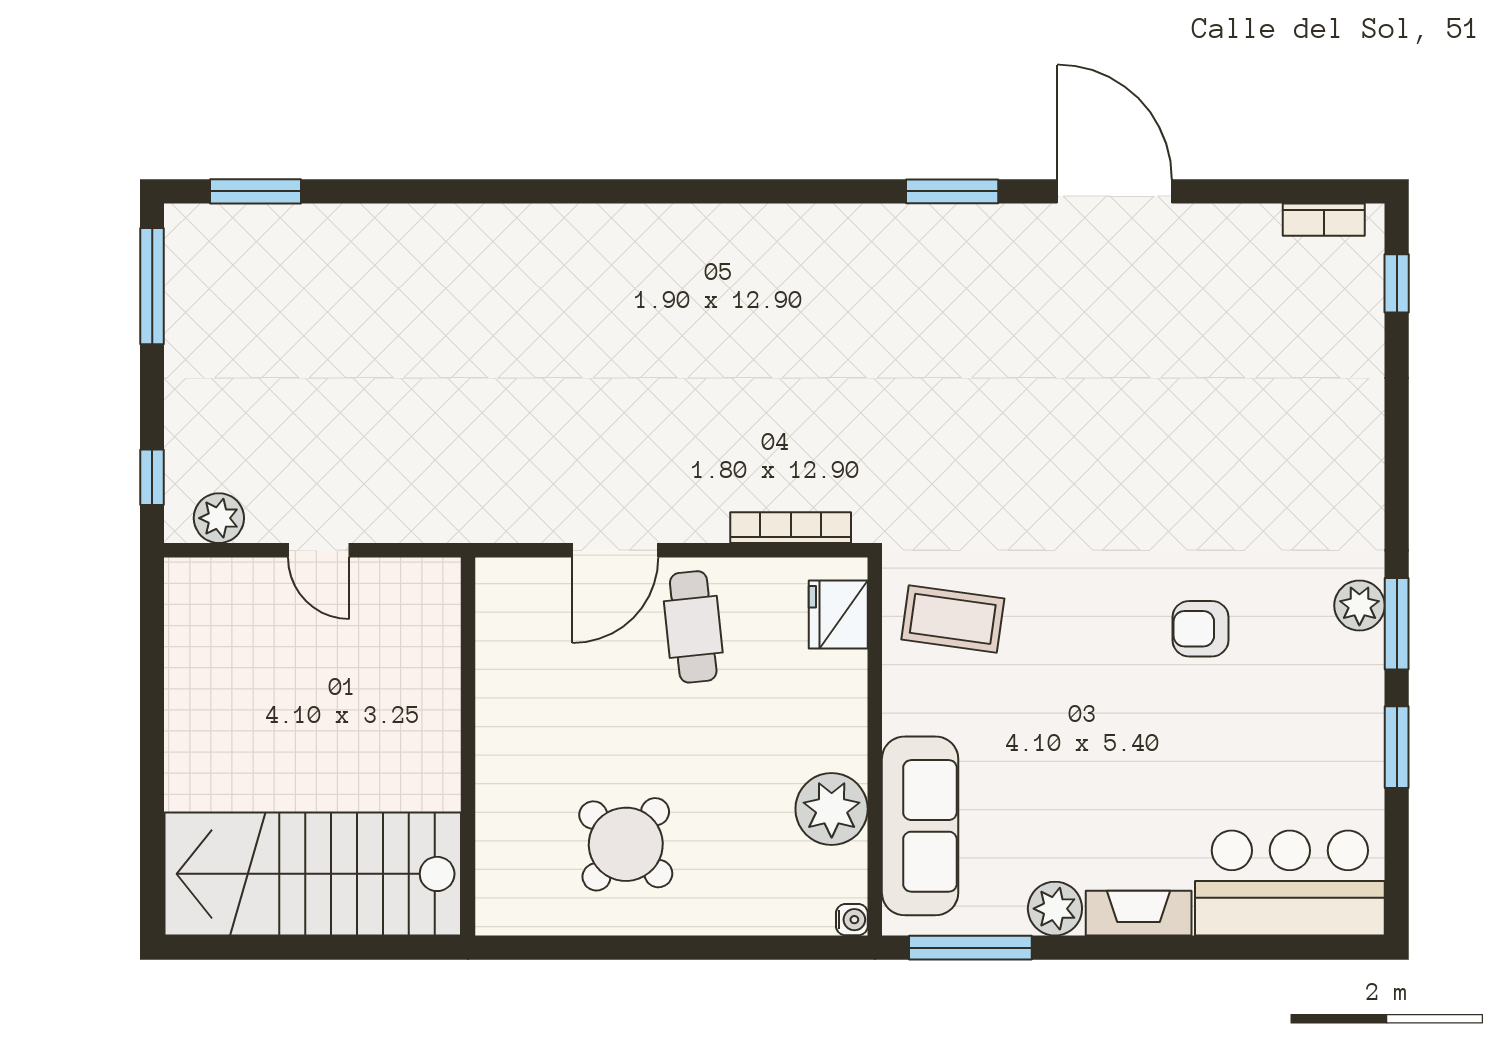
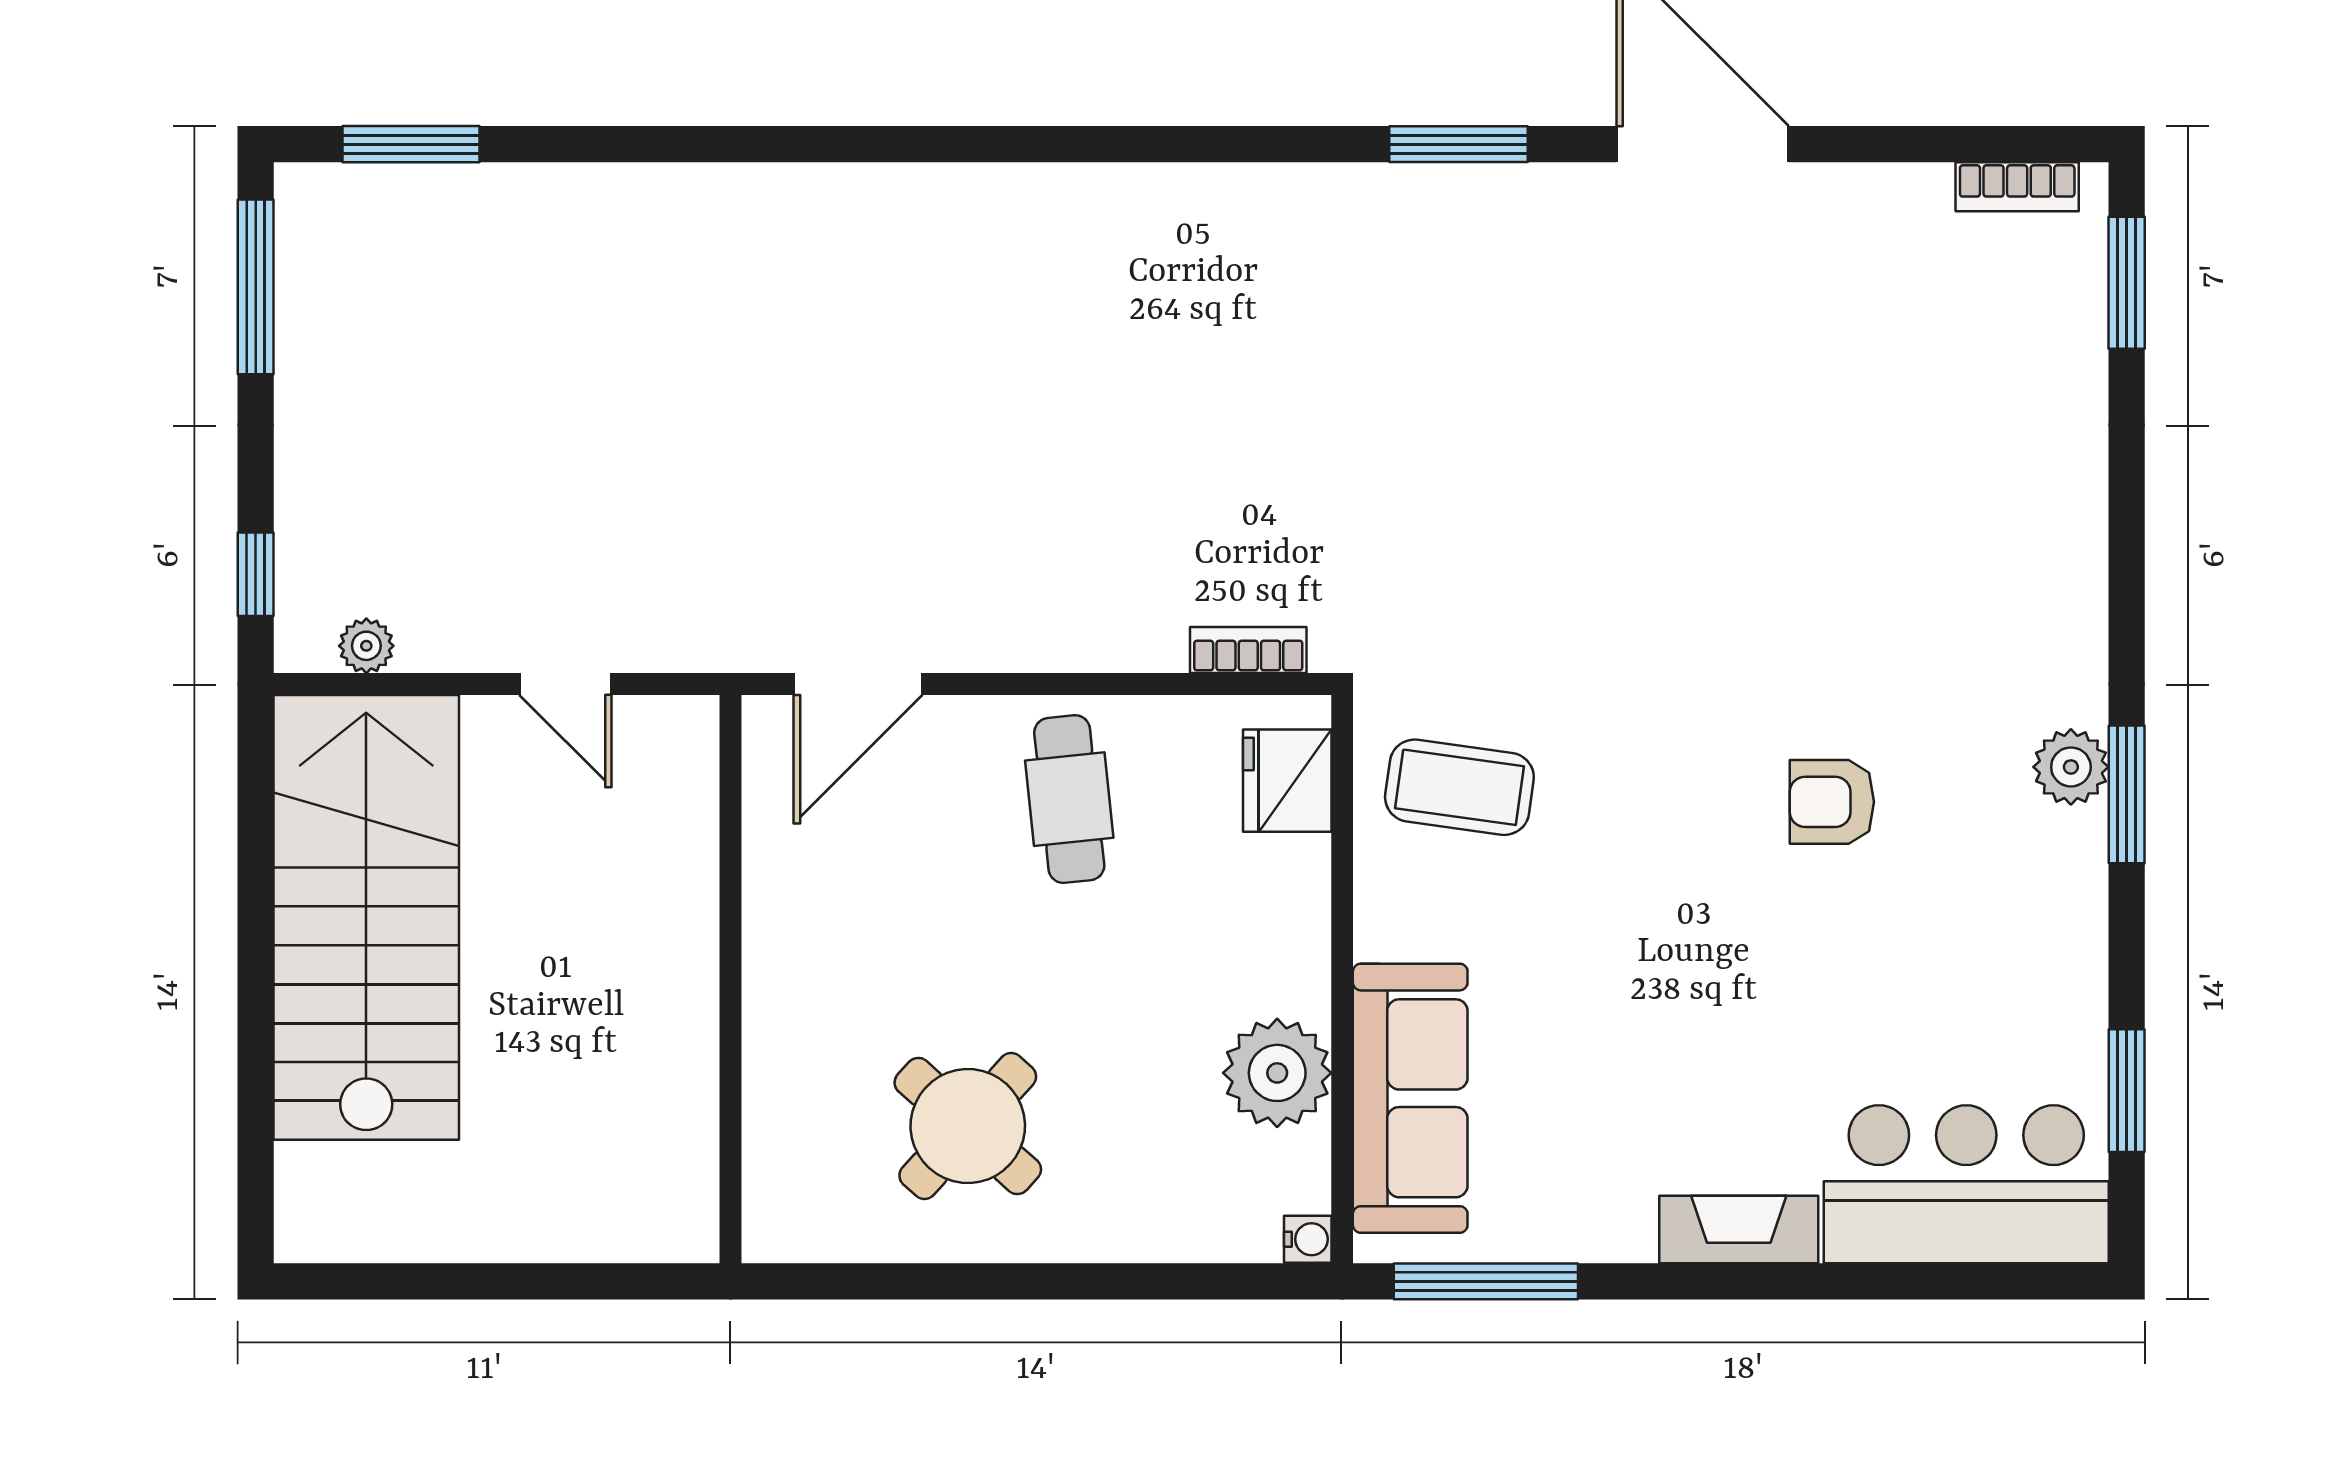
window: (1397, 283) -> (2127, 283), width x1.50
plant: (219, 518) -> (366, 646), width x0.73, depth x0.73
bookcase: (791, 528) -> (1248, 650), width x0.64
door: (319, 550) -> (565, 684), moved
door: (615, 550) -> (858, 684), moved
window: (1397, 747) -> (2127, 1091), moved
stairs: (313, 874) -> (366, 917), moved, turned 90
plant: (1055, 909) -> (1613, 1223), removed

